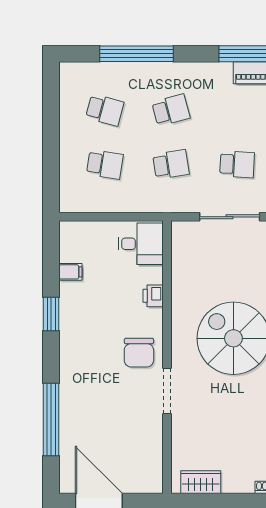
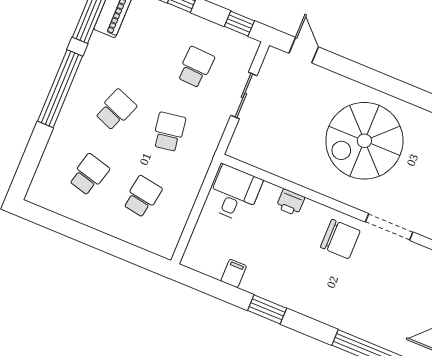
window: (136, 54) -> (60, 89), moved
school desk: (171, 110) -> (116, 110), turned 36
sliding door: (230, 217) -> (244, 95), width x0.73

